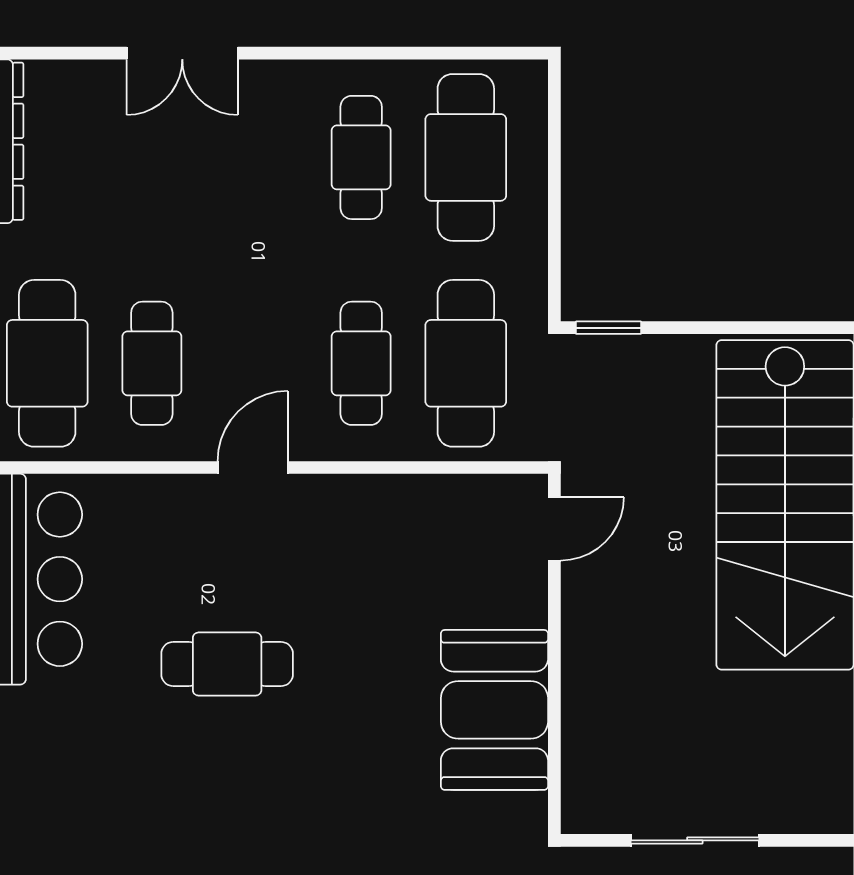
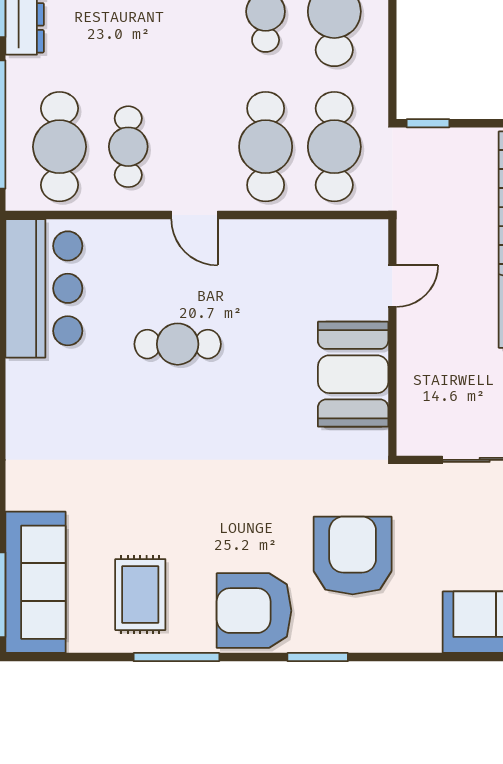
cafe table: (361, 363) -> (266, 147), width x1.37, depth x1.35
door: (253, 468) -> (194, 215), swing flipped
door: (554, 529) -> (392, 286), moved

